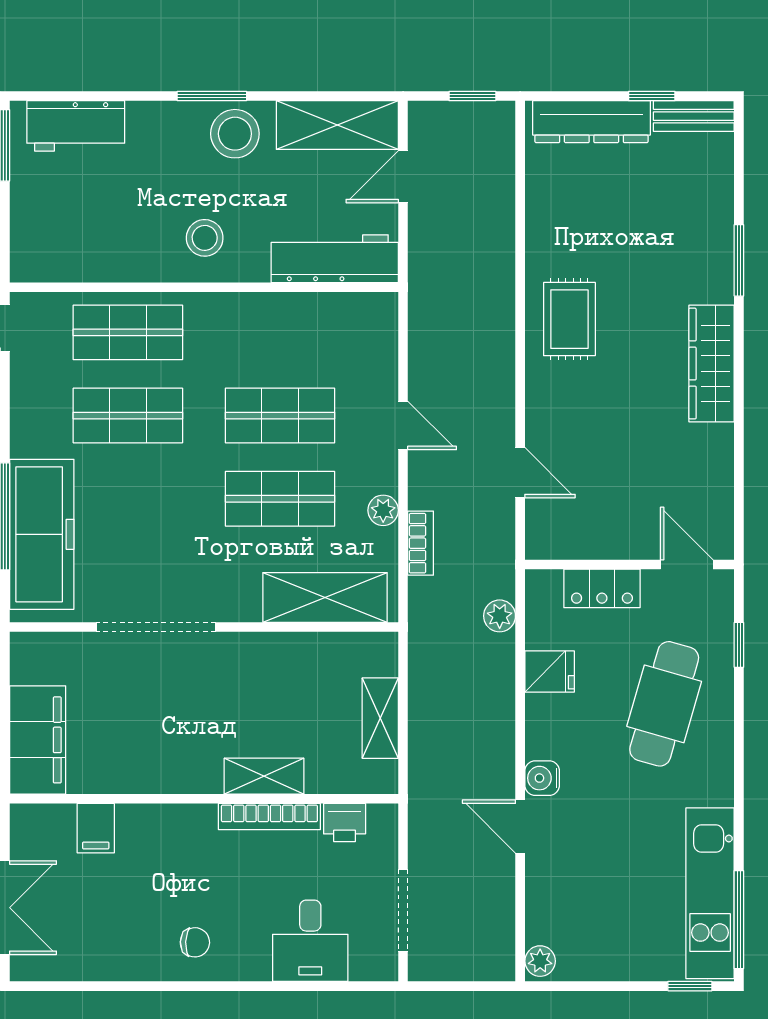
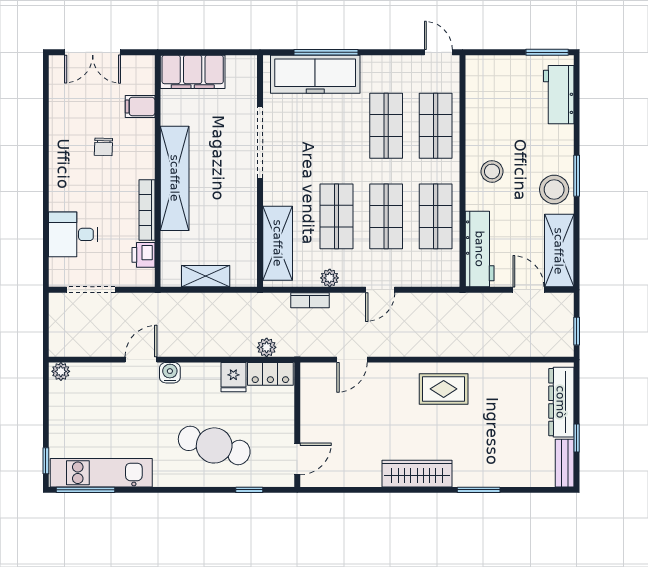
shop shelf: (280, 332) -> (436, 216), added
locker: (602, 588) -> (270, 374), moved, turned -90
shelving: (264, 776) -> (175, 178), width x2.20, depth x1.33
chair: (195, 942) -> (103, 147), moved

